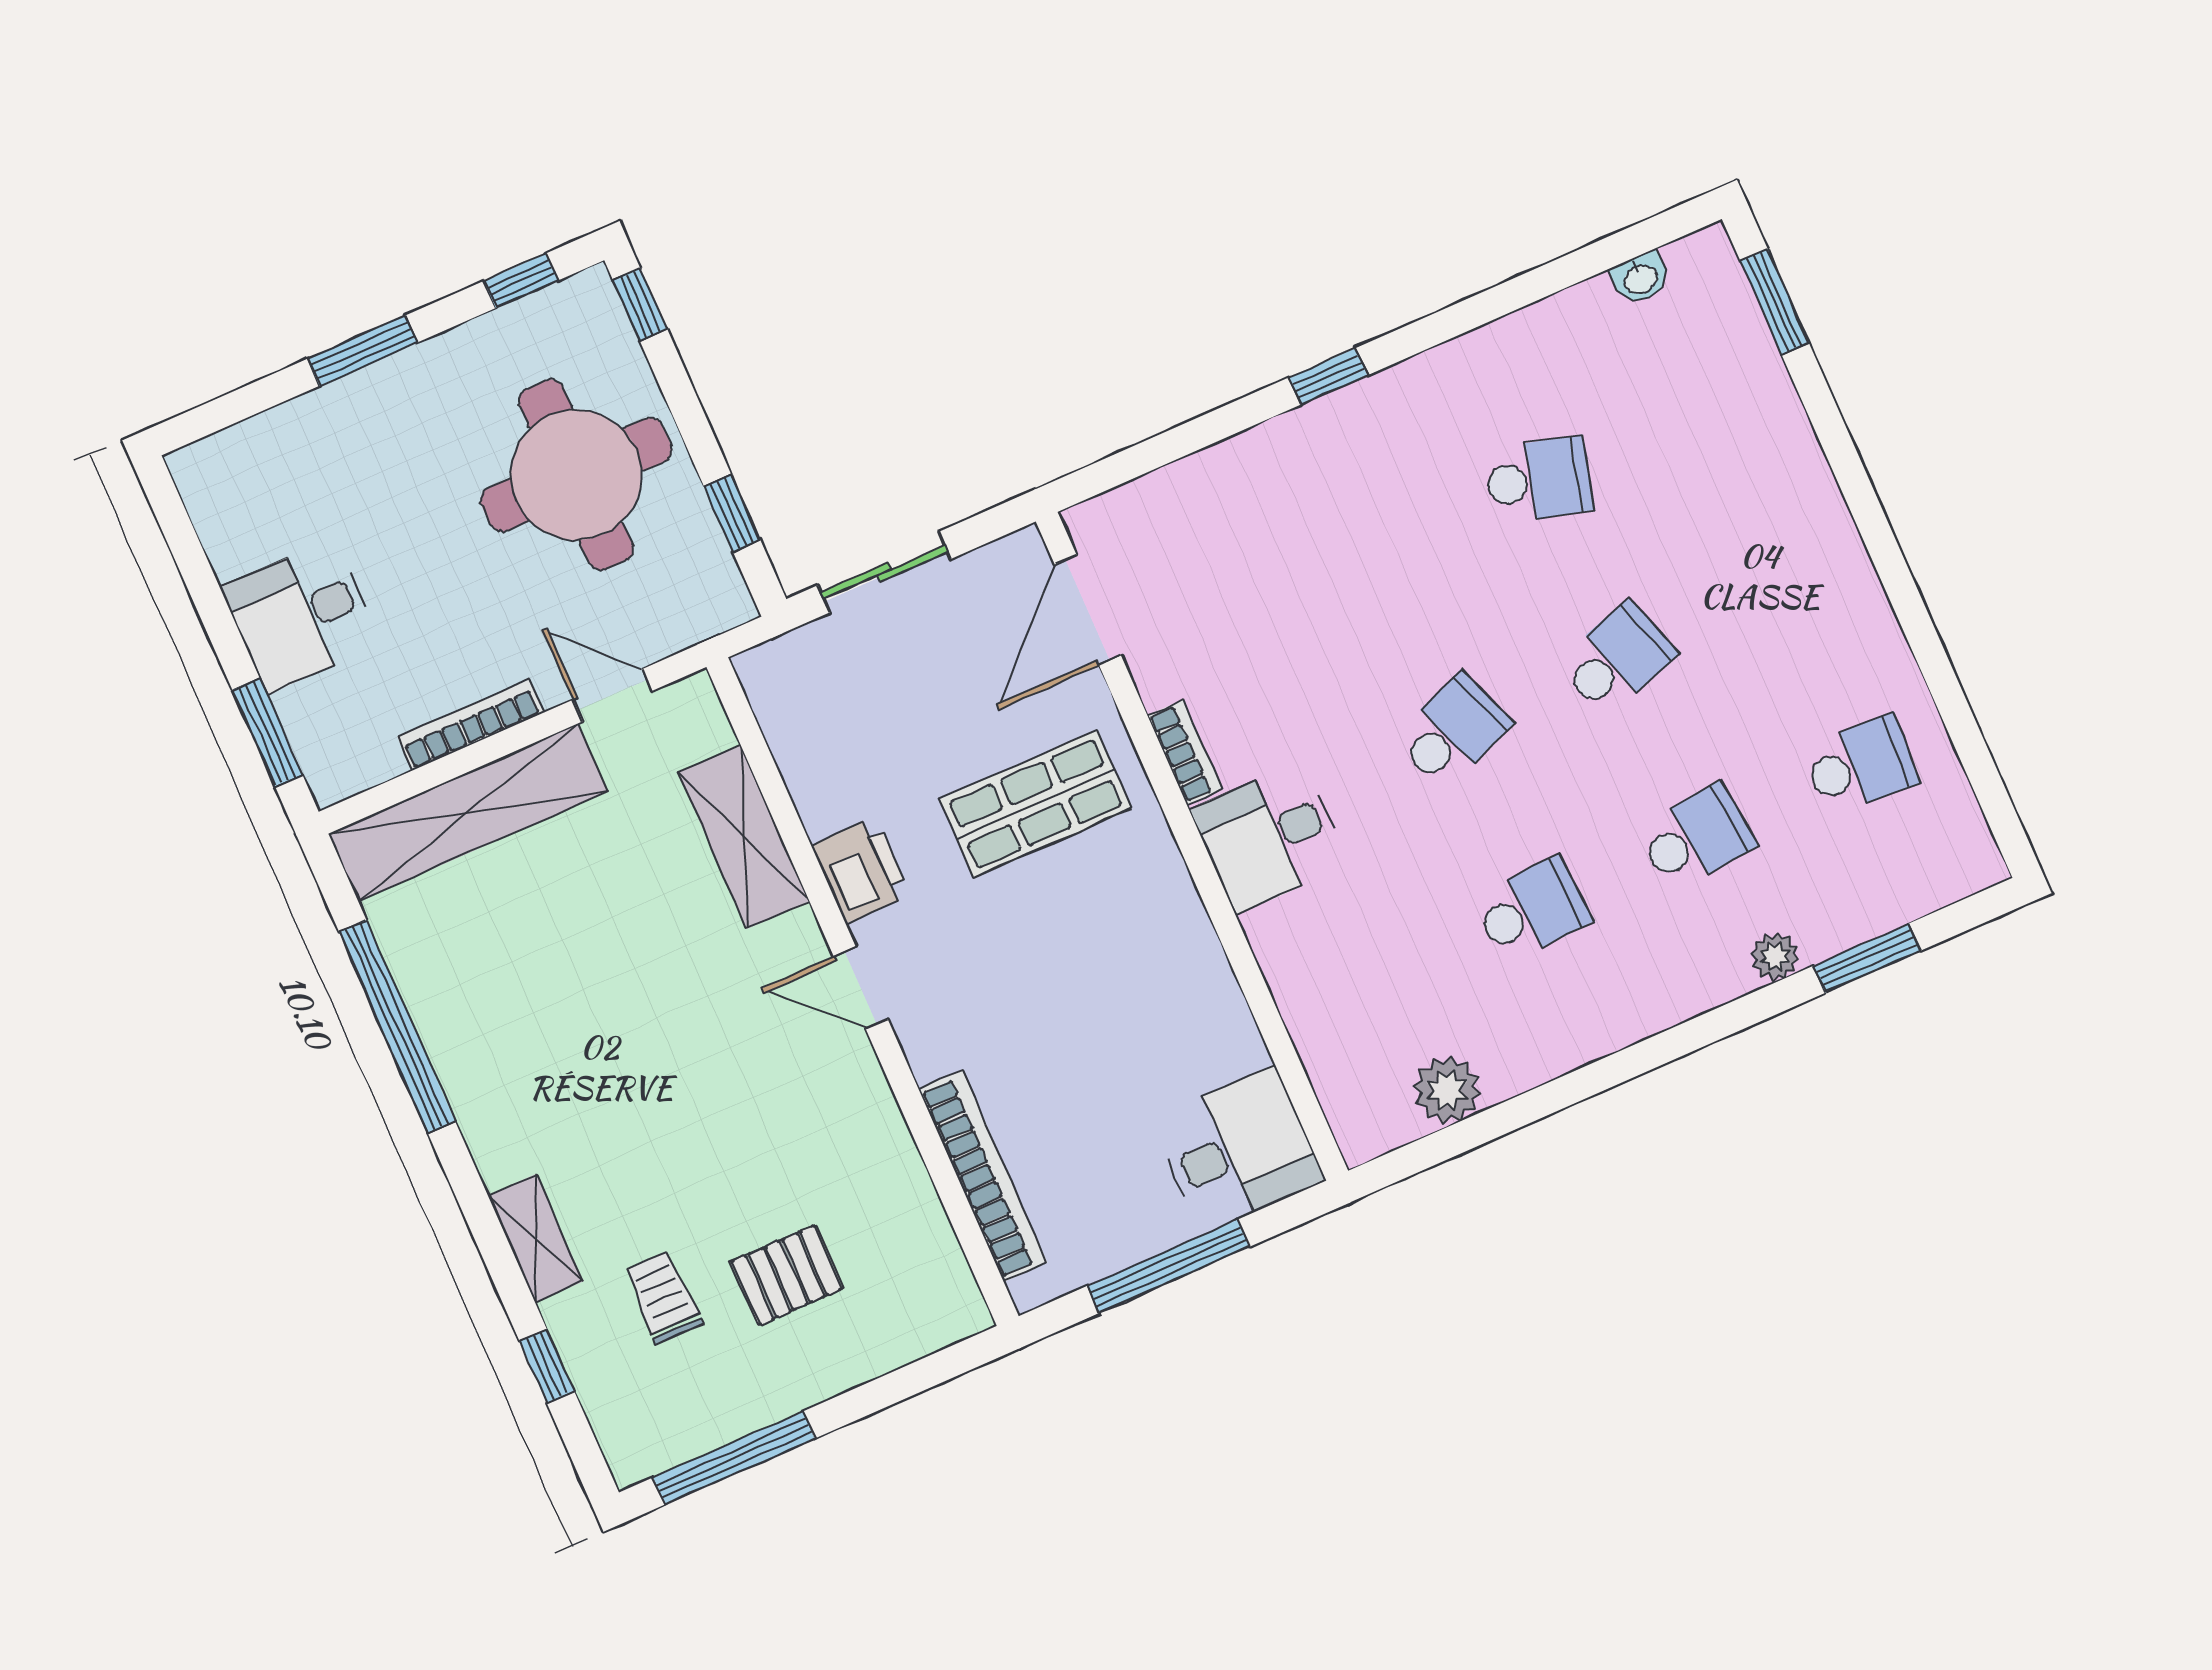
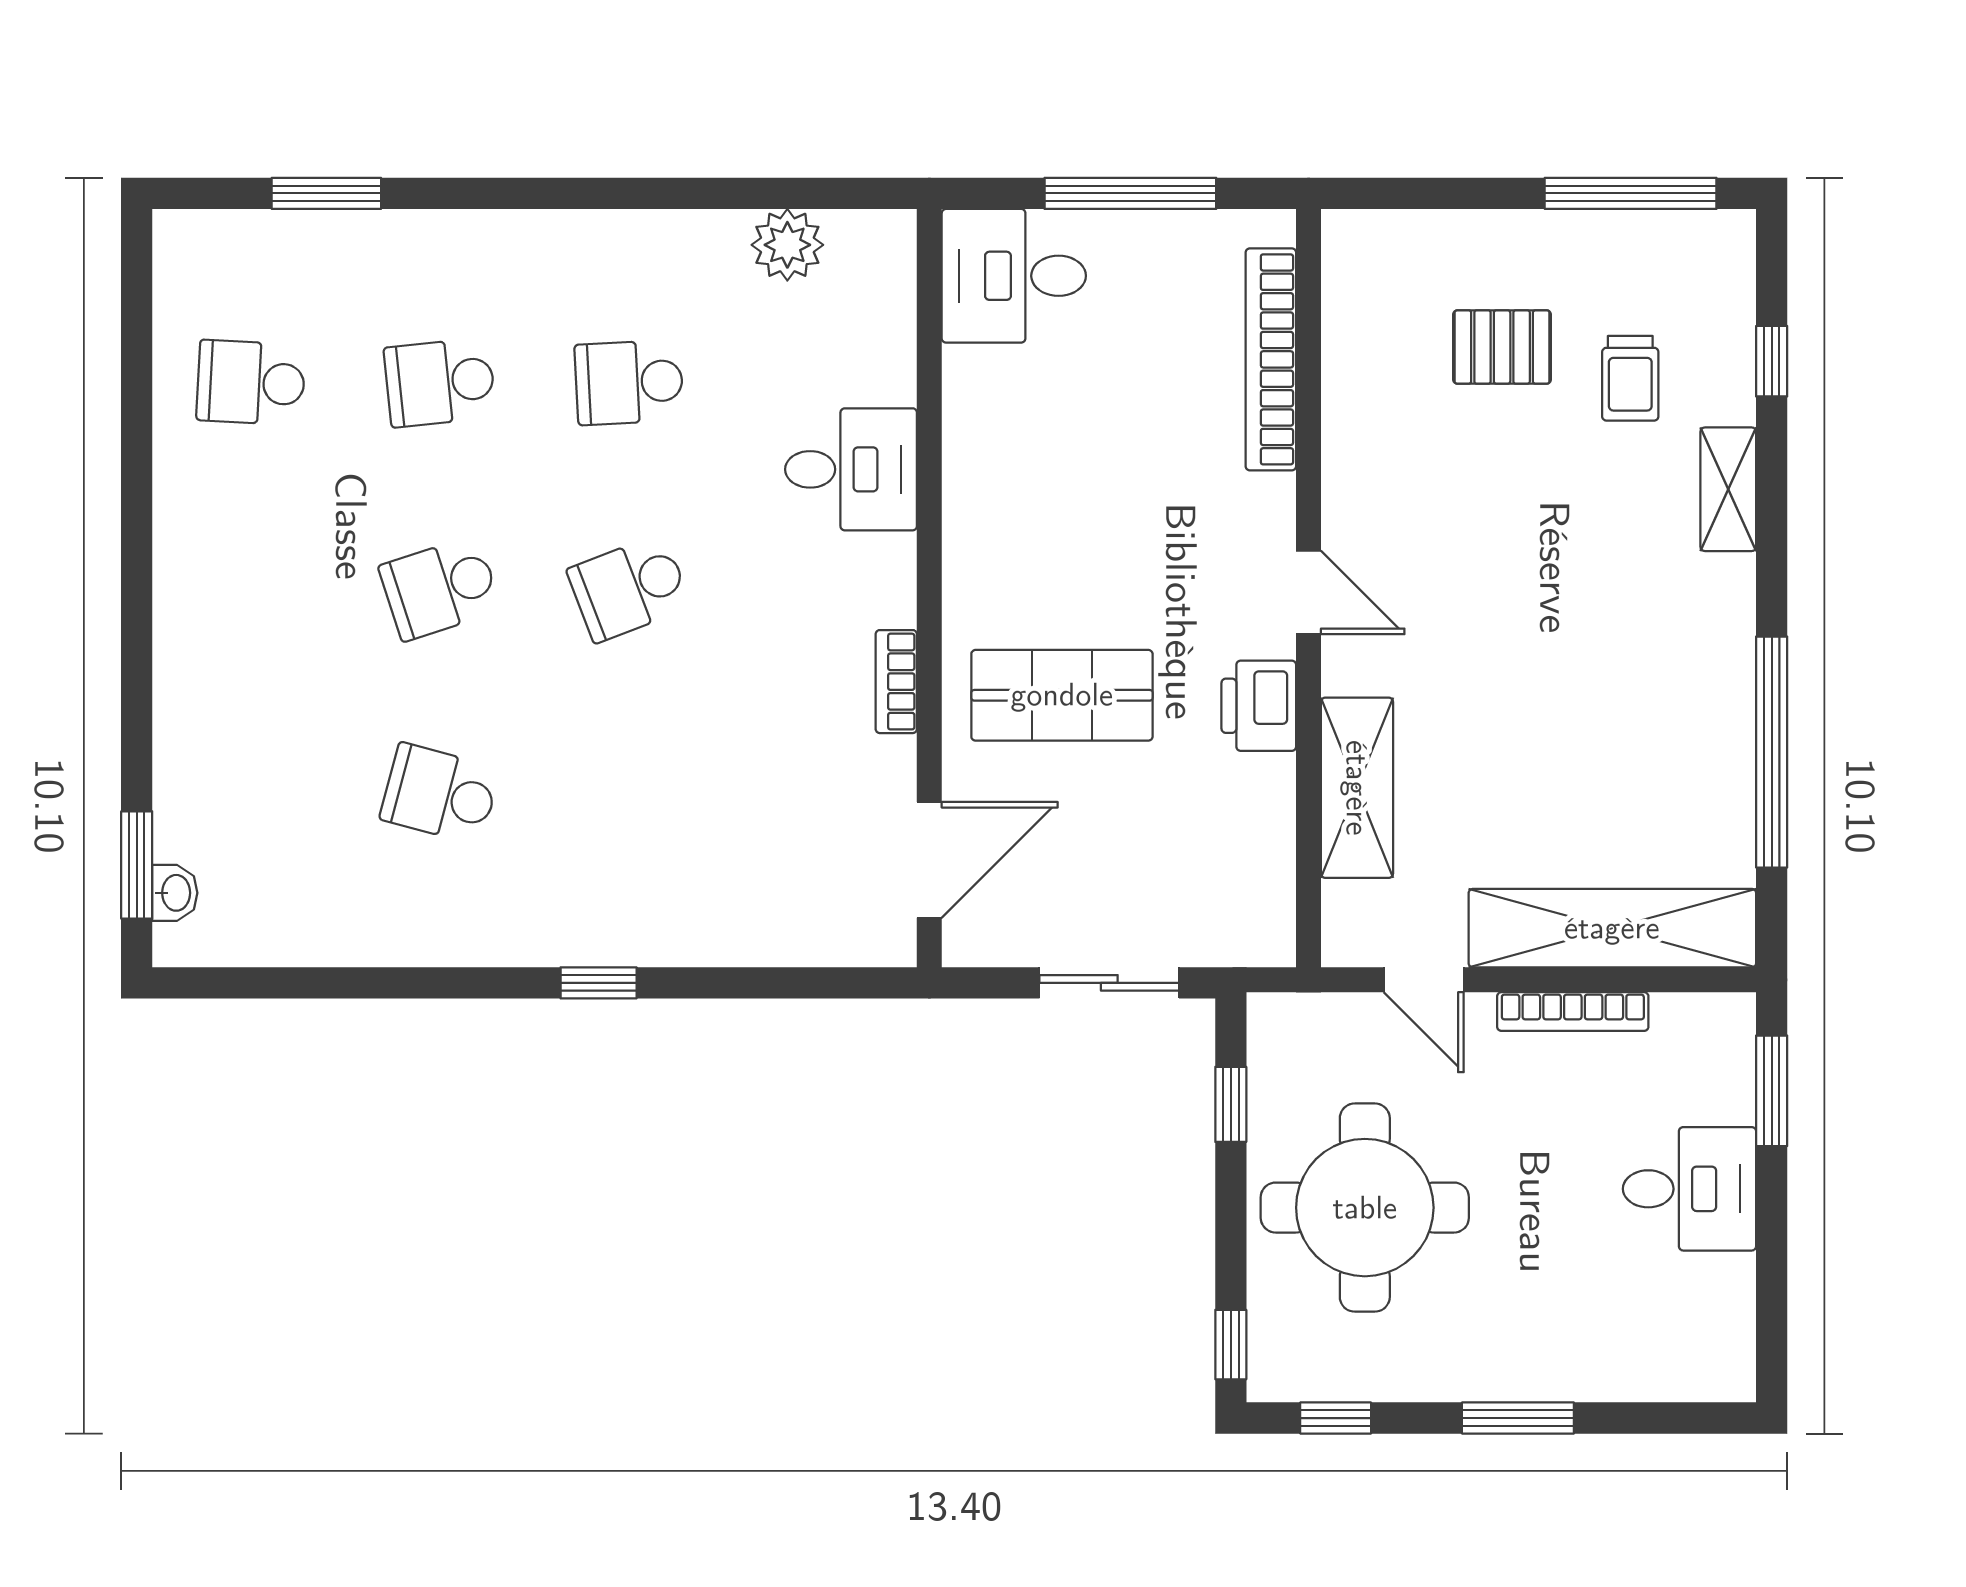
washbasin: (1640, 278) -> (175, 893), moved, turned 90
desk: (1269, 837) -> (851, 469), moved
plant: (1775, 957) -> (415, 234), removed

